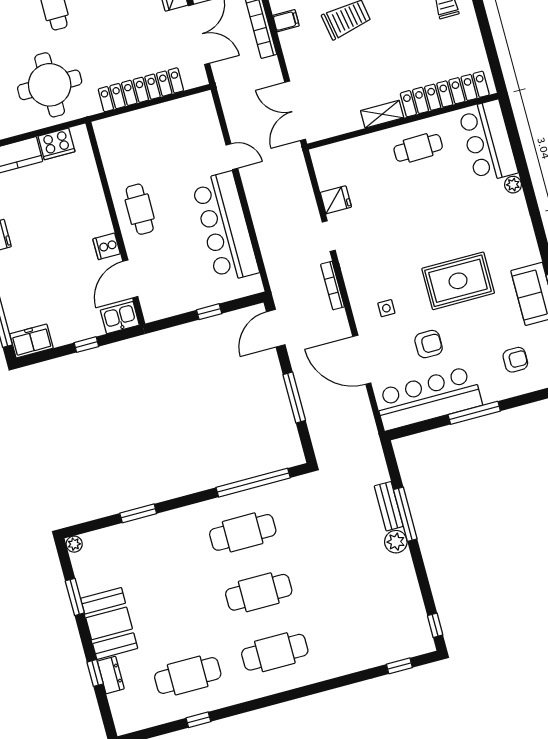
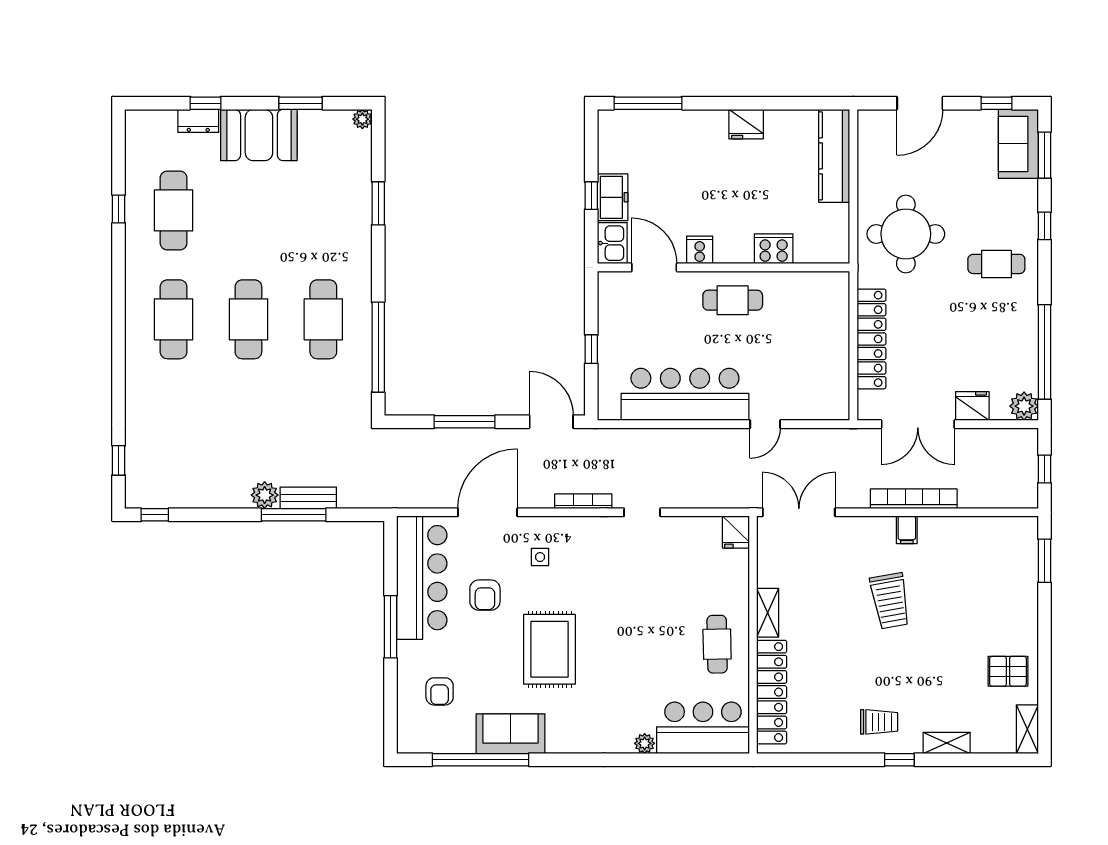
cooker: (57, 144) -> (774, 249), moved, turned 90
fridge: (336, 200) -> (736, 532), moved
freezer: (31, 341) -> (613, 197), moved

